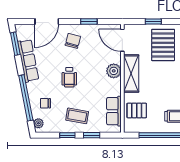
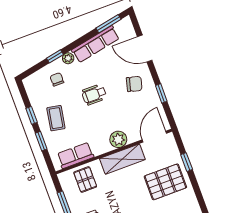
window: (26, 98) -> (55, 56), width x0.32
plant: (38, 123) -> (68, 58), moved

